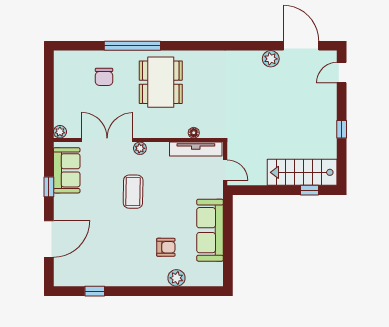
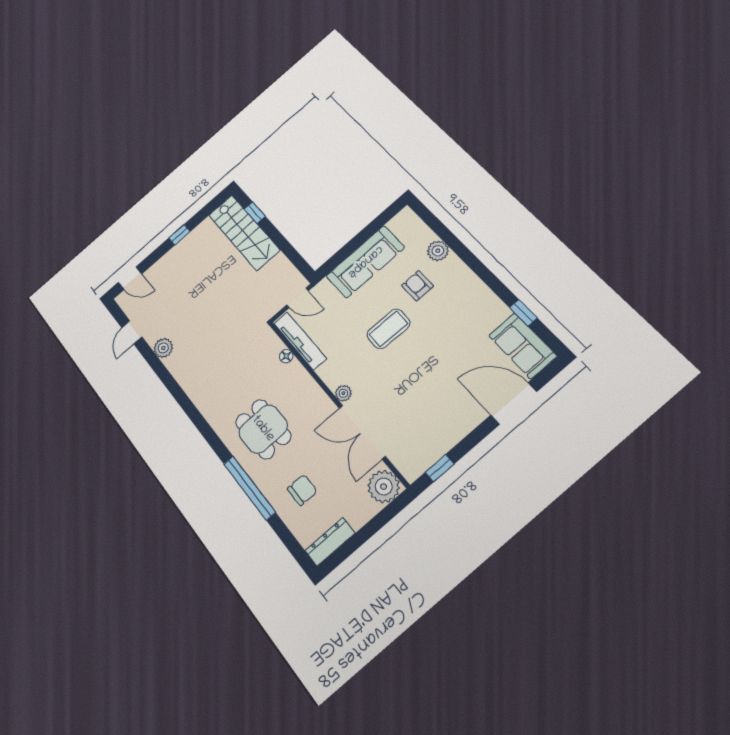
door: (301, 46) -> (132, 332), width x0.53
dresser: (61, 69) -> (330, 542), added
dining table: (161, 82) -> (263, 429), width x0.73
plant: (60, 132) -> (384, 487), width x1.87, depth x1.87
sofa: (67, 170) -> (523, 346), moved, turned -90
door: (225, 170) -> (298, 298), swing flipped
window: (49, 187) -> (440, 468), moved
coffee table: (133, 192) -> (388, 329), moved

